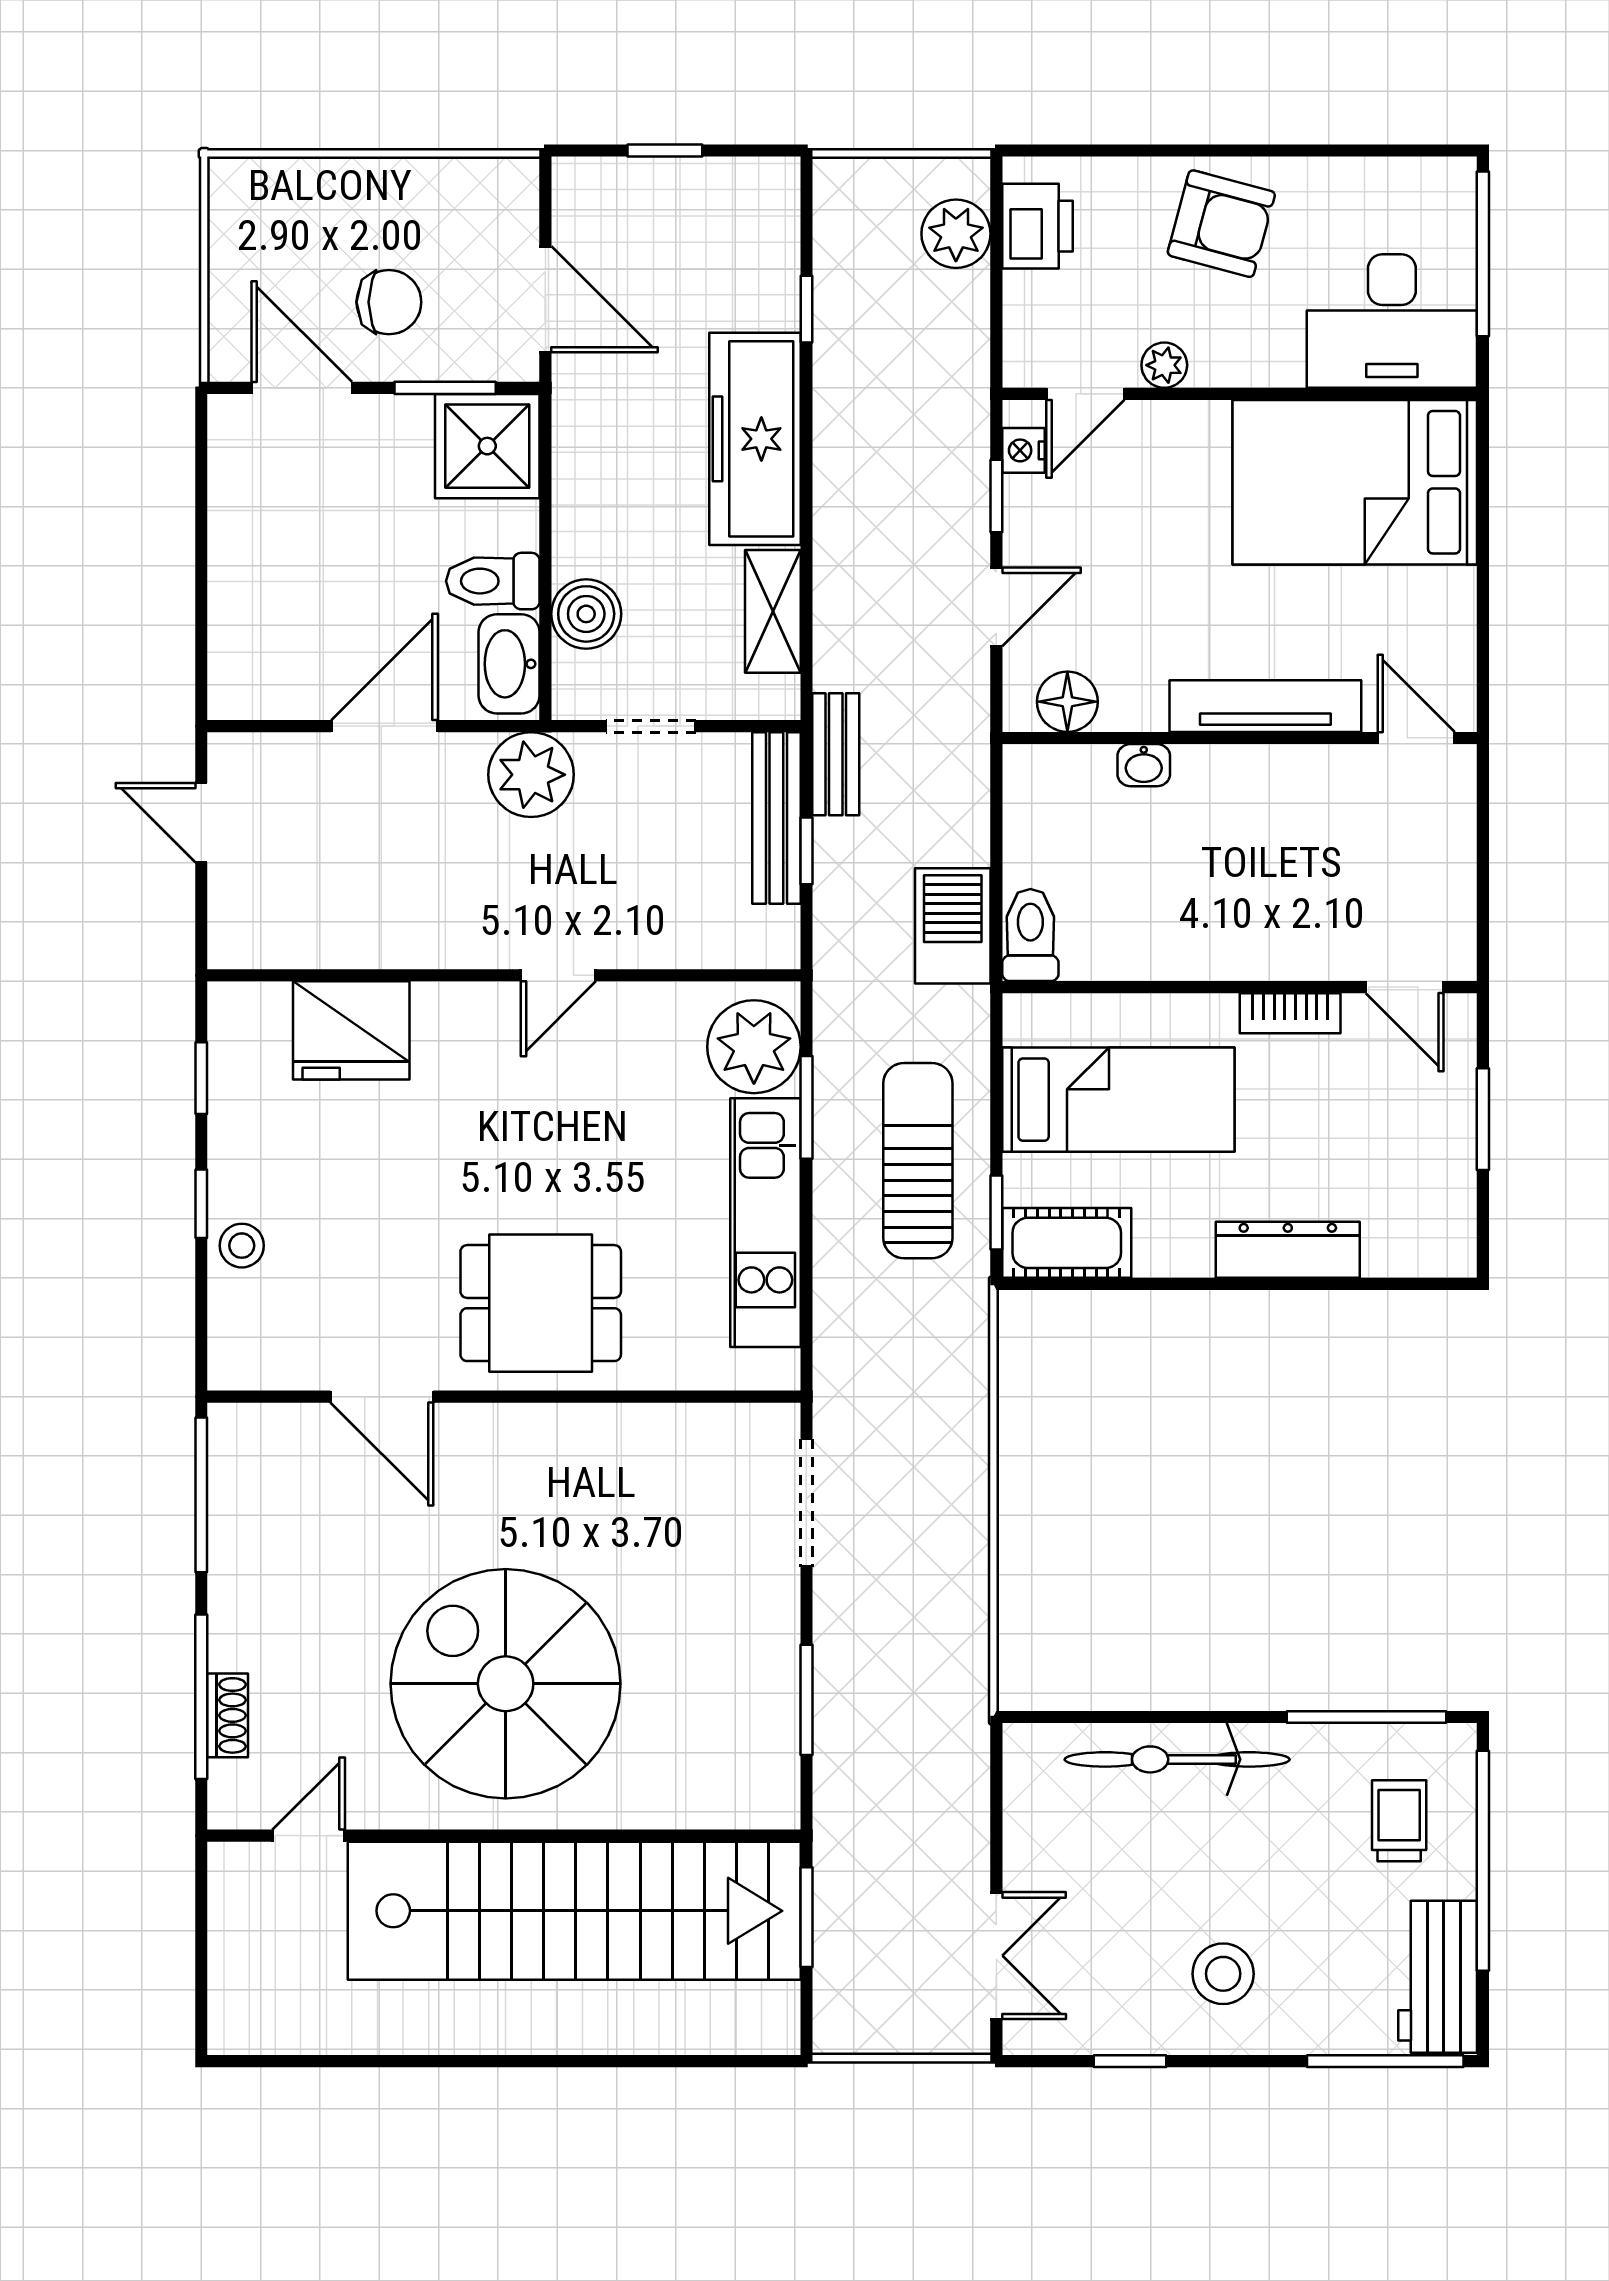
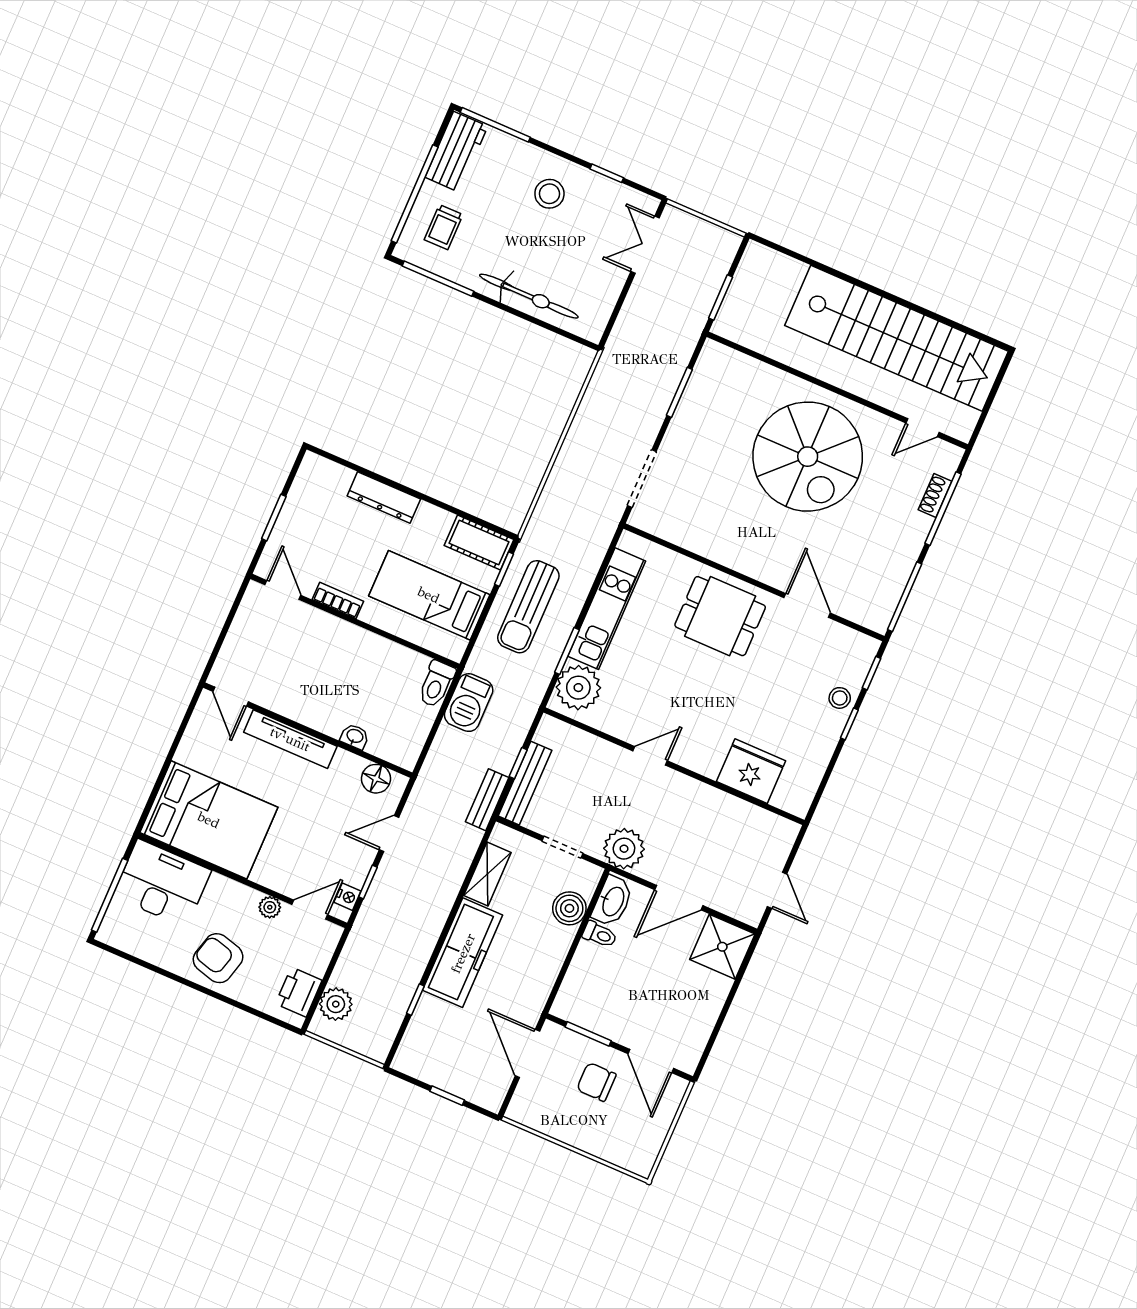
shower: (487, 446) -> (722, 947), moved
toilet: (493, 581) -> (600, 935), width x0.73, depth x0.72
window: (201, 1078) -> (872, 673), moved
stairs: (574, 1911) -> (897, 338), moved, turned 180

